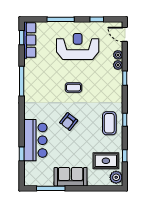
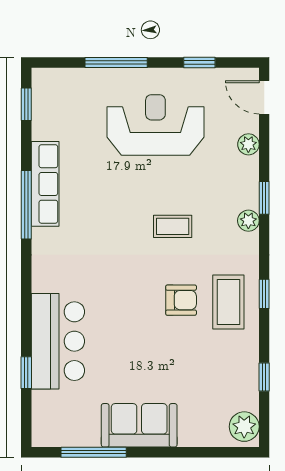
row of seats: (30, 40) -> (45, 184), moved
plant: (118, 65) -> (248, 221), moved
coffee table: (74, 88) -> (173, 226), moved
armchair: (69, 122) -> (181, 300), moved, turned -128
rug: (106, 161) -> (220, 389), removed

